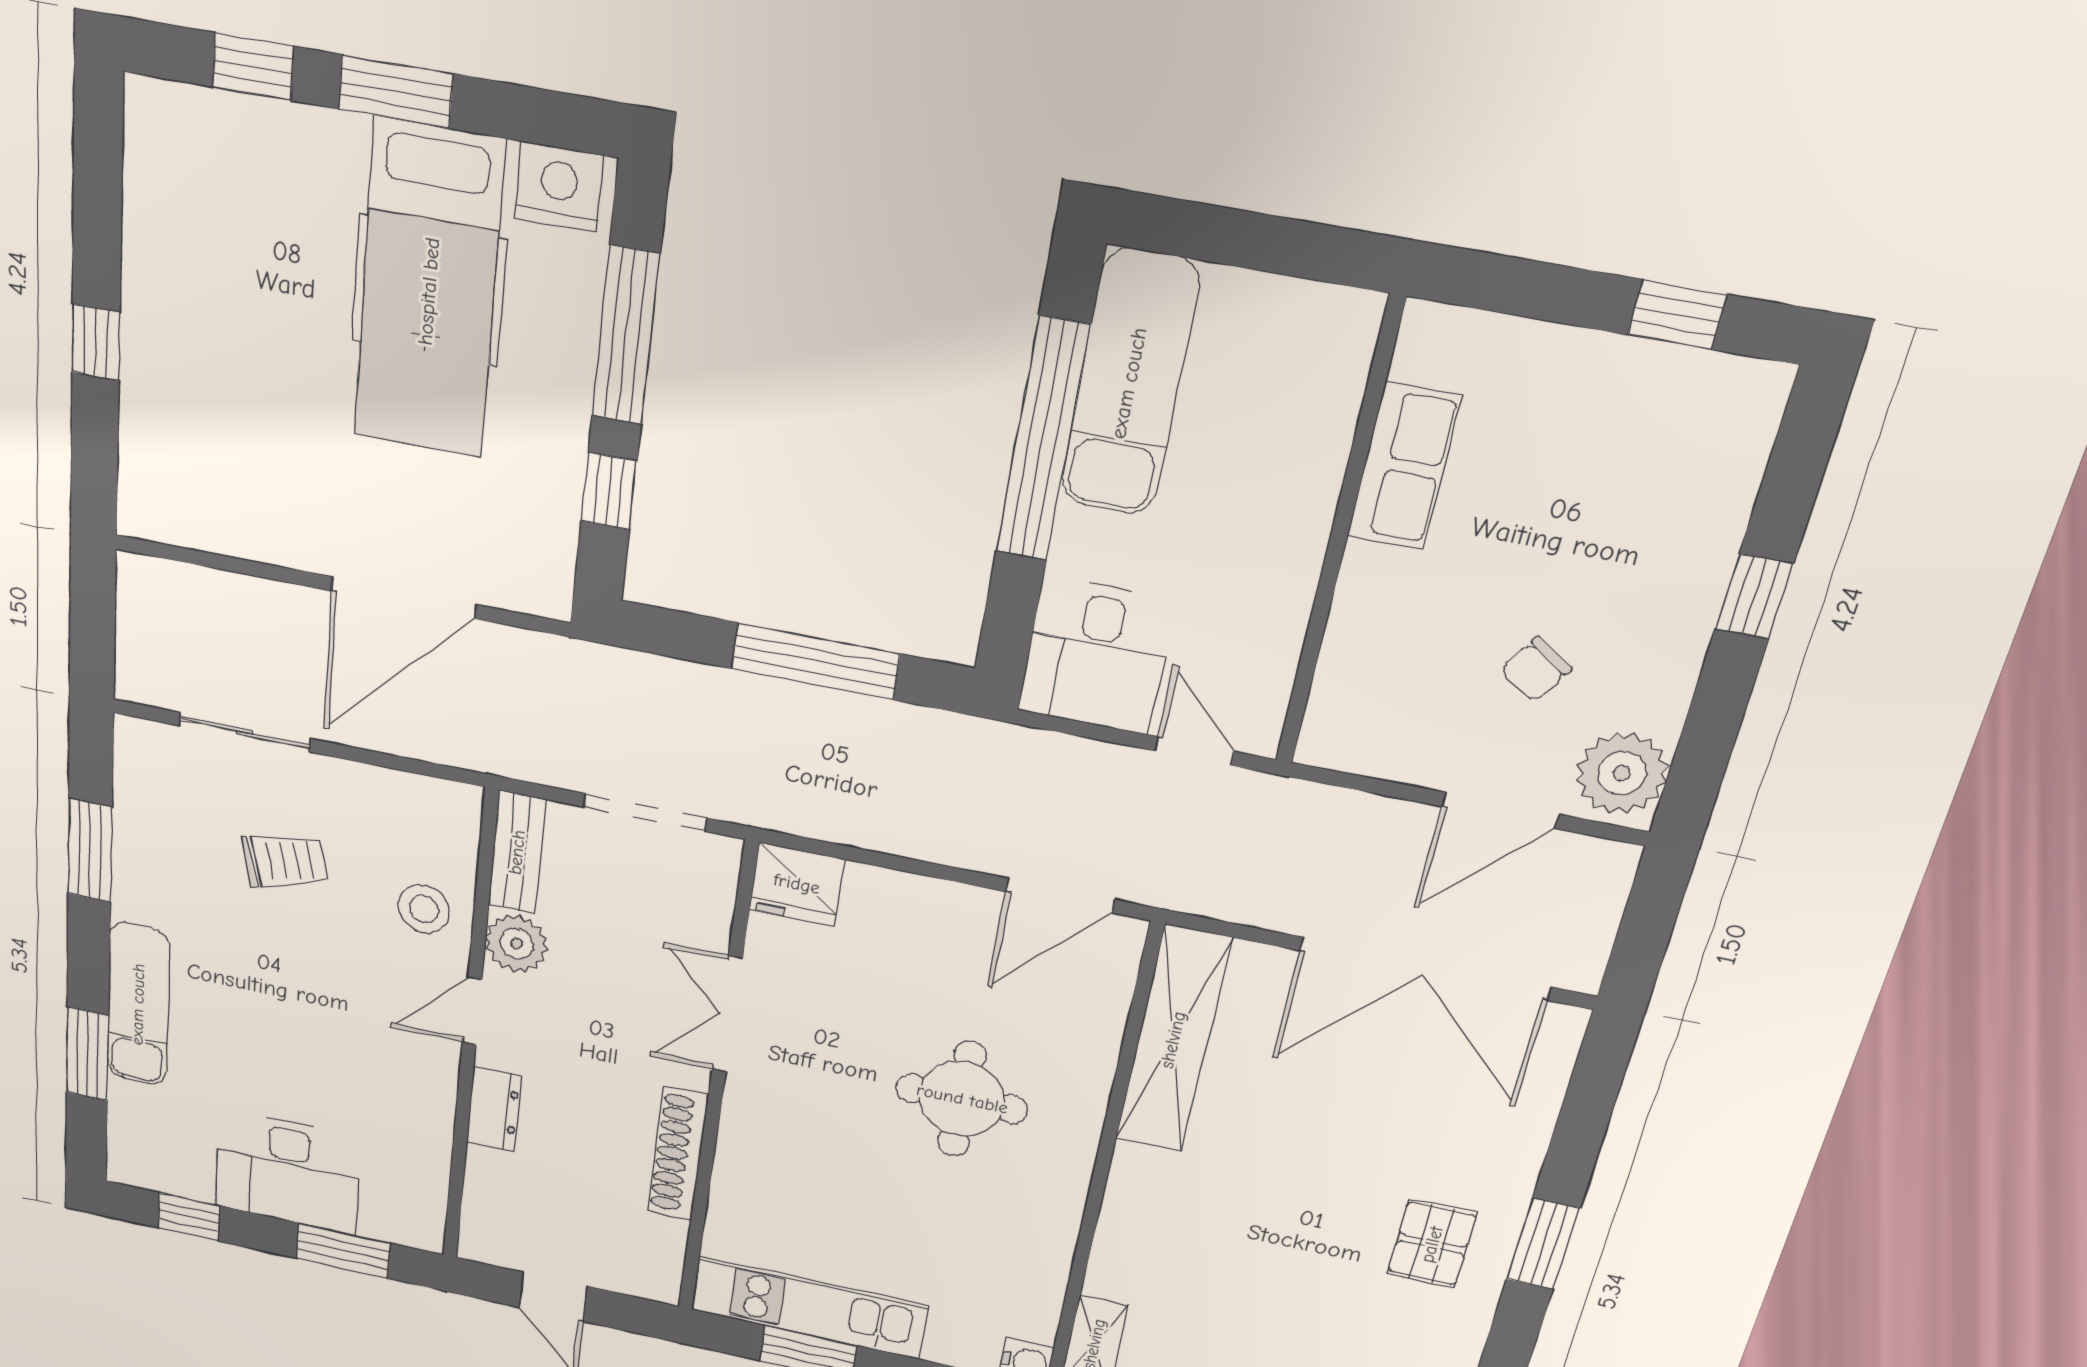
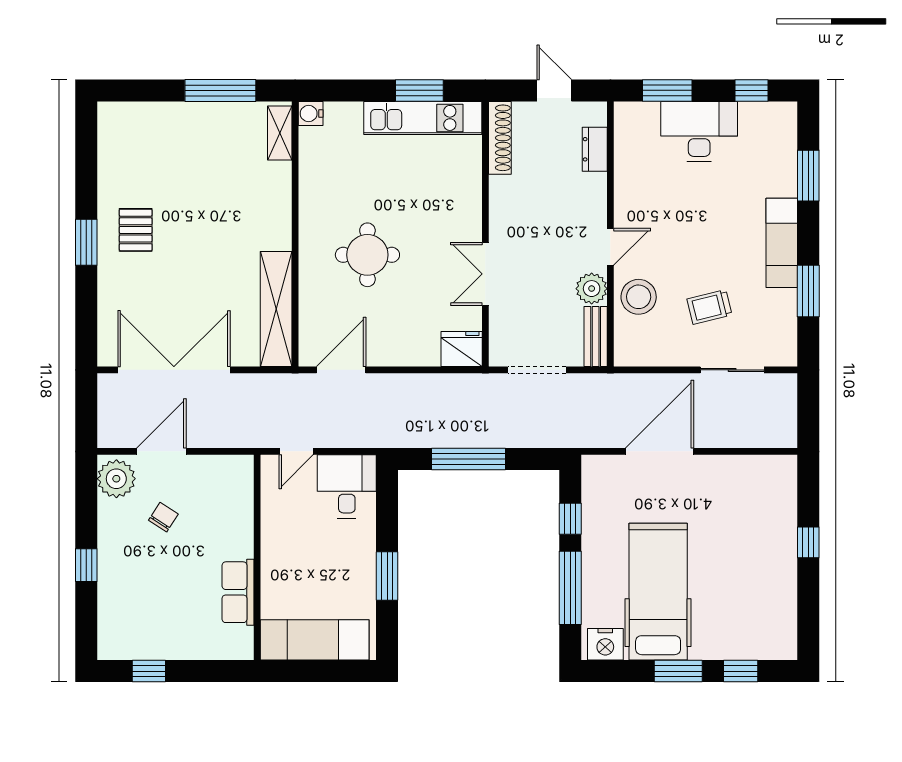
exam couch: (1129, 383) -> (315, 640), moved, turned 90
window: (1043, 440) -> (387, 576), width x0.47
door: (1194, 751) -> (296, 451), hinge flipped
stool: (424, 909) -> (639, 297), width x1.38, depth x1.38
exam couch: (138, 1004) -> (782, 243), moved
double door: (727, 1014) -> (485, 274), swing flipped
dresser: (494, 1109) -> (595, 149), moved
shoe rack: (678, 1154) -> (500, 138), moved

